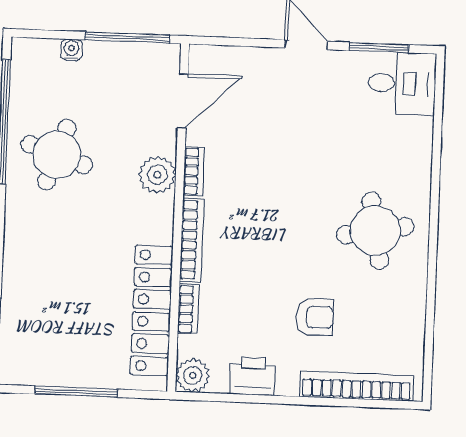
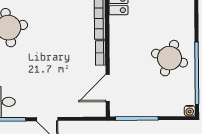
water cooler: (71, 50) -> (190, 111), moved
plant: (157, 175) -> (119, 50), removed

